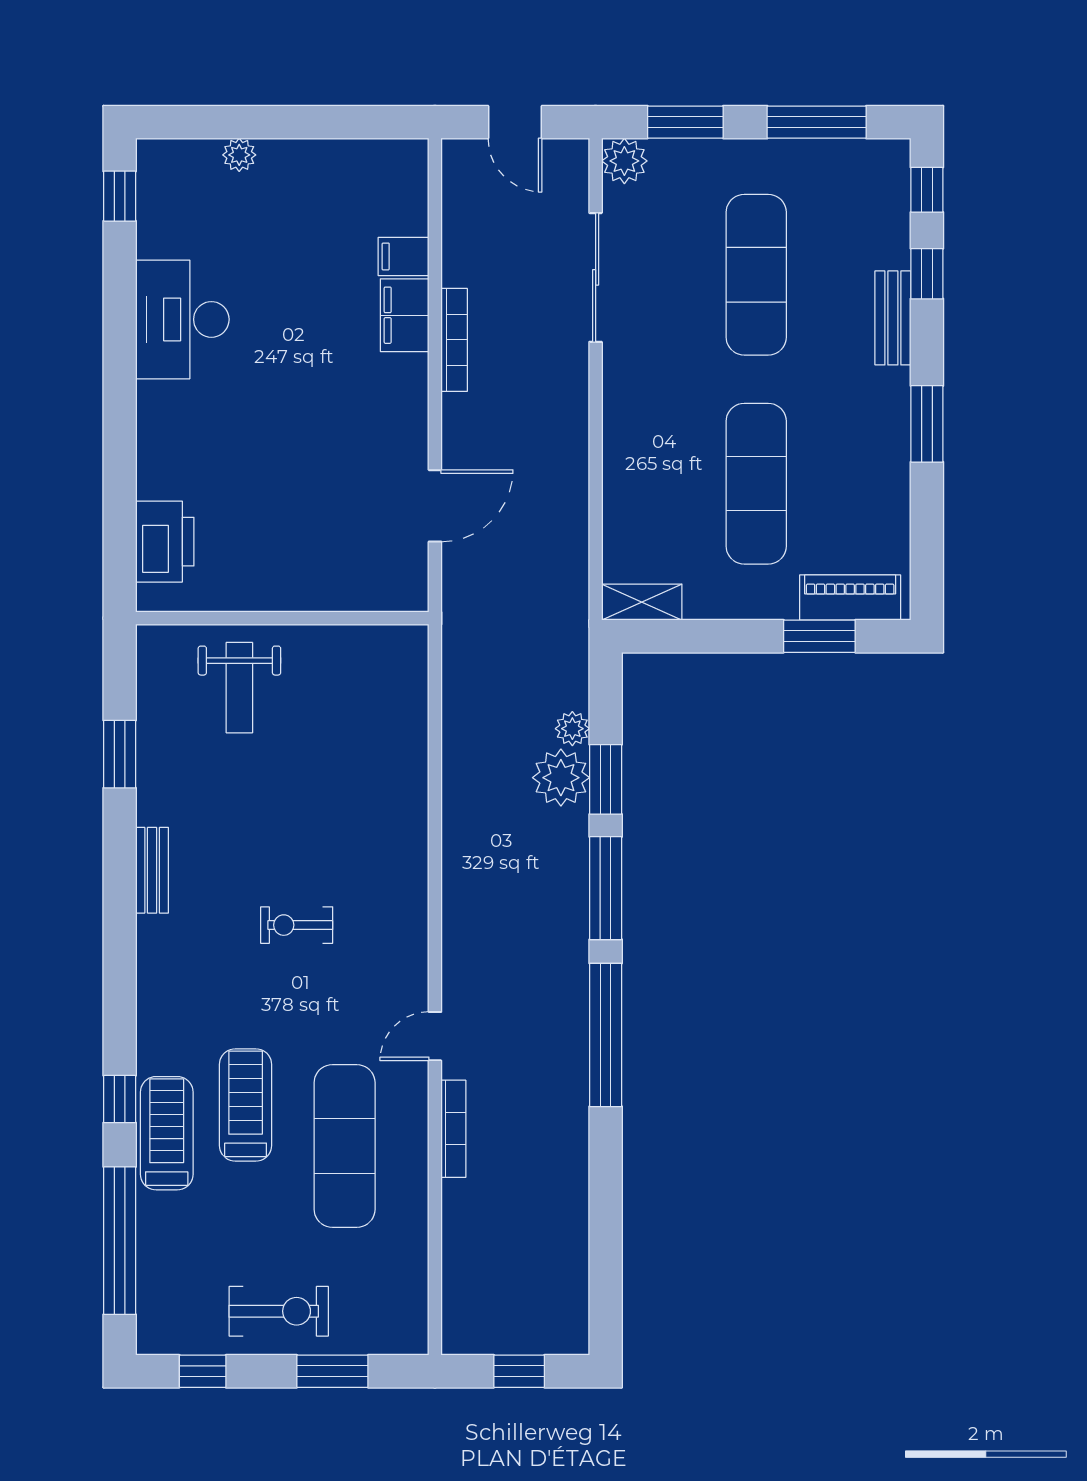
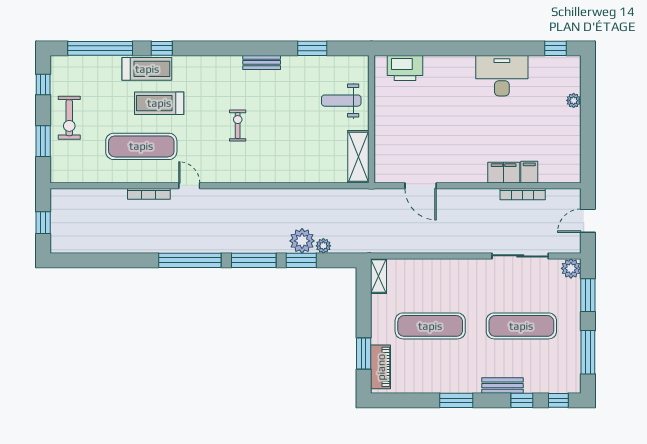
bookcase: (454, 340) -> (523, 194), moved
shelving: (368, 648) -> (358, 157), added
treadmill: (246, 1105) -> (159, 103), turned 180

